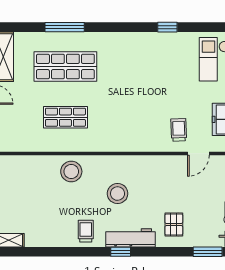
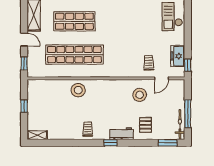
shop shelf: (65, 117) -> (74, 55), width x2.00, depth x1.36
stool: (118, 194) -> (140, 95), moved
workbench: (131, 238) -> (122, 134), width x0.73

